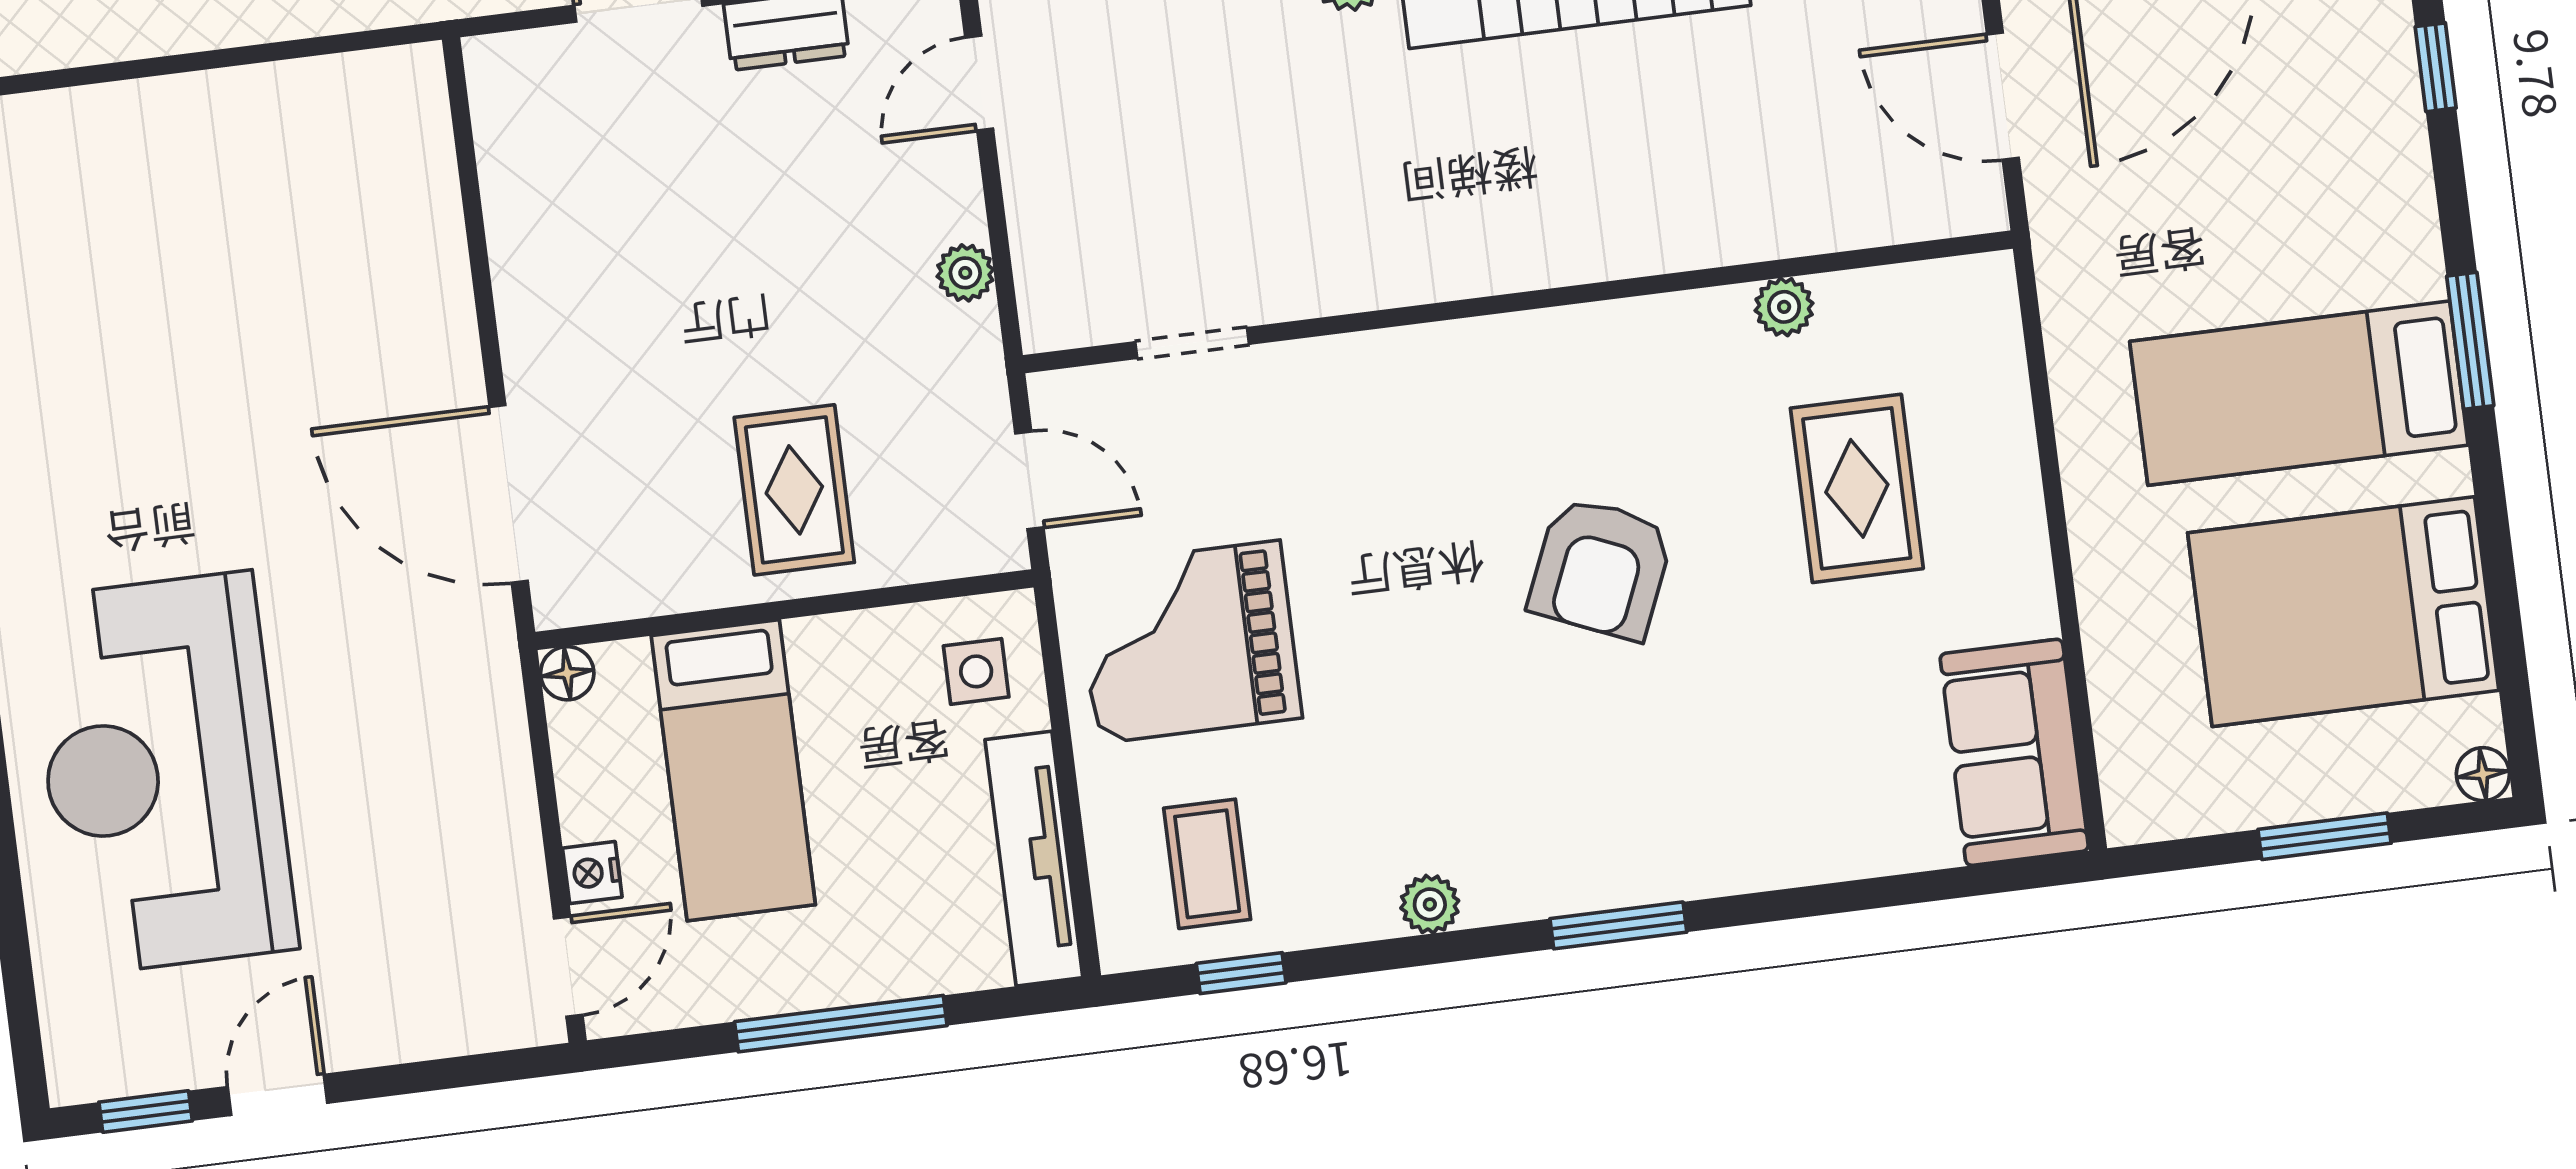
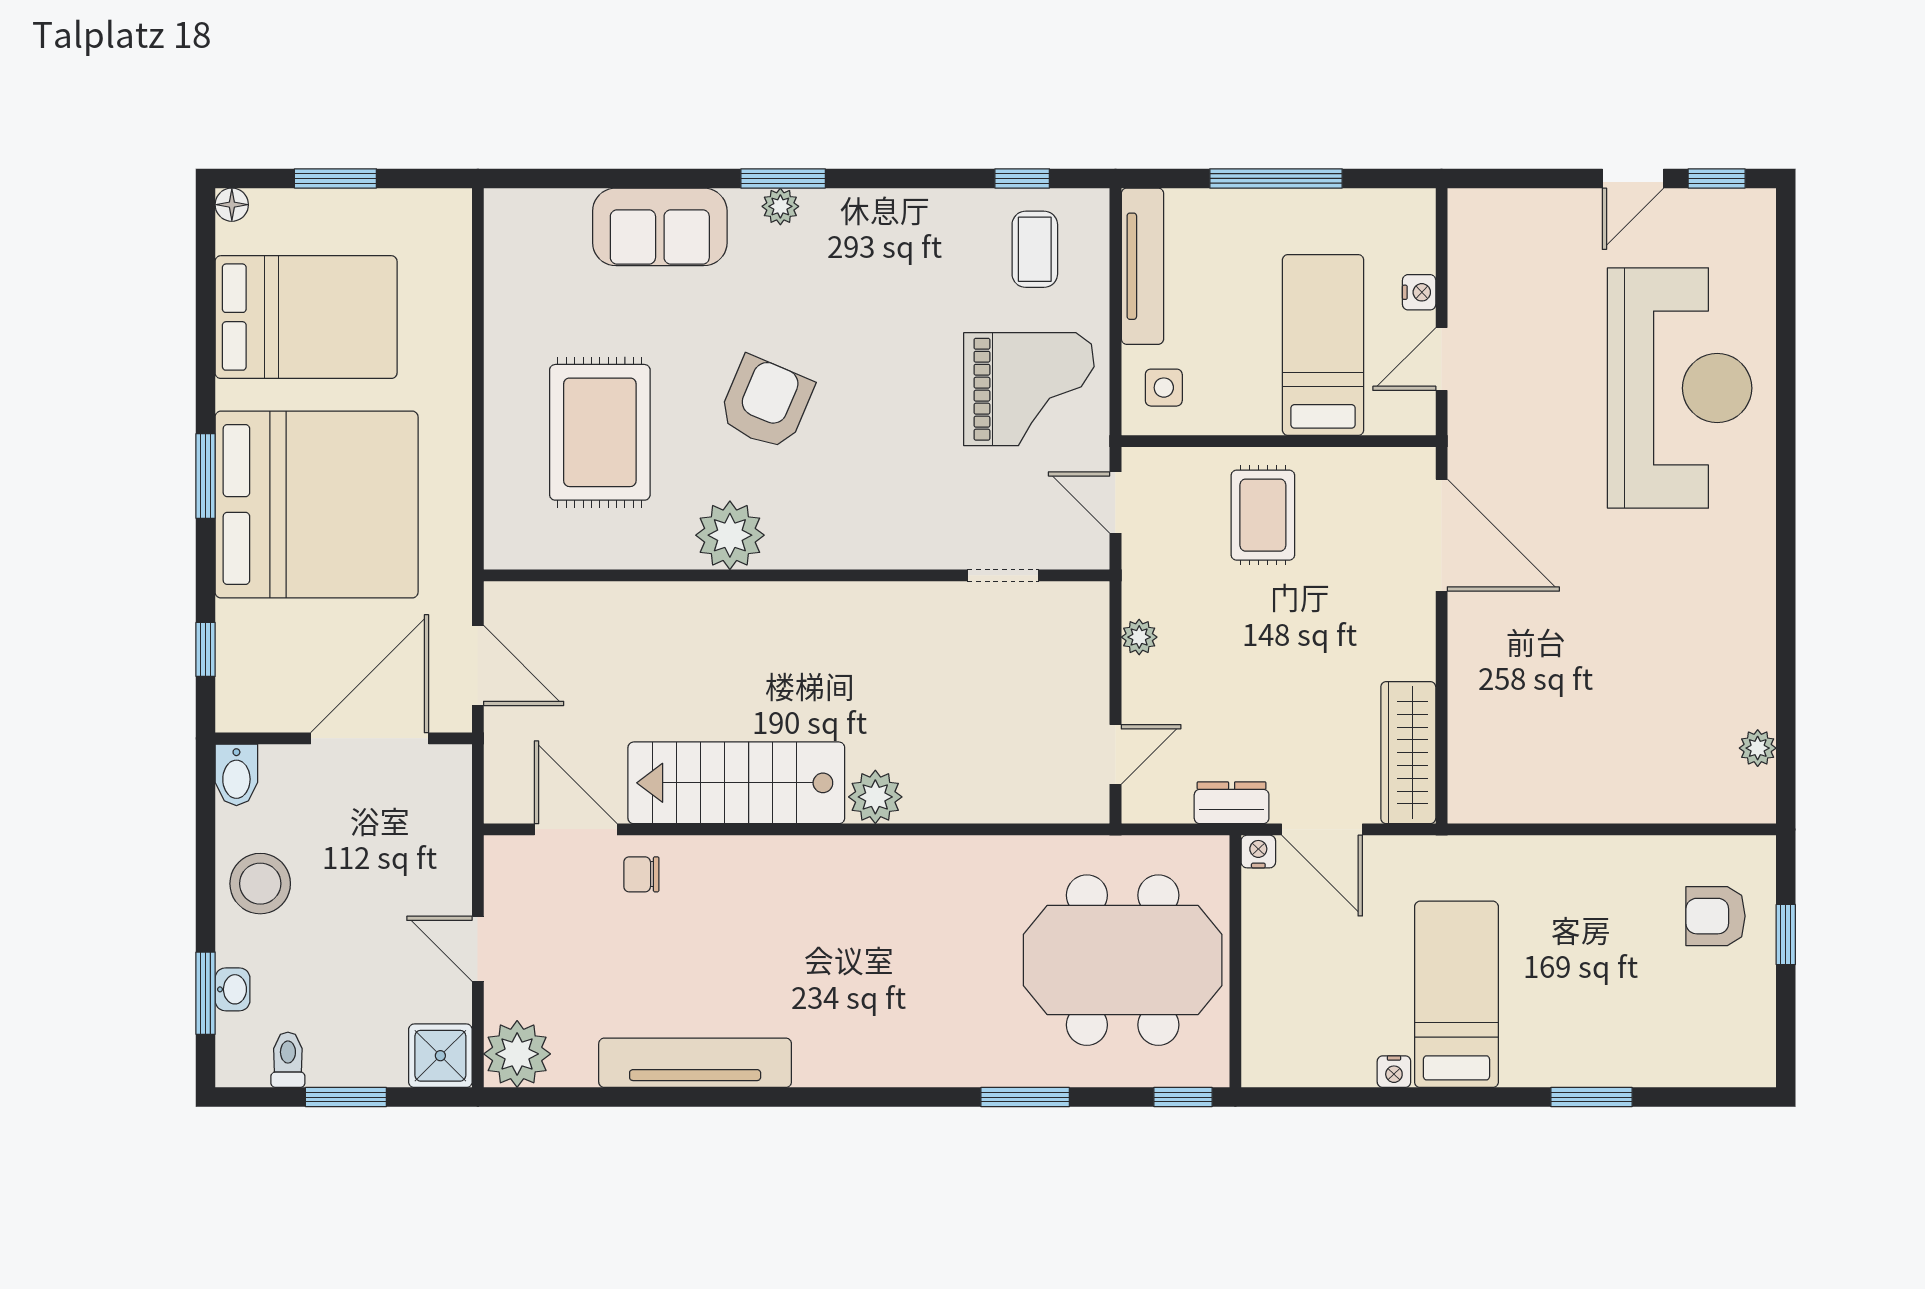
wardrobe: (518, 144) -> (1408, 753), added
plant: (1784, 307) -> (730, 535), moved, width x1.87, depth x1.87
bed: (2299, 393) -> (317, 505), width x2.04
rug: (1857, 488) -> (600, 432), width x1.36, depth x1.43
floor lamp: (567, 673) -> (1419, 419), removed
sofa: (2014, 752) -> (660, 227), moved, turned 90
plant: (1430, 904) -> (780, 206), moved
door: (568, 967) -> (1442, 359), moved

